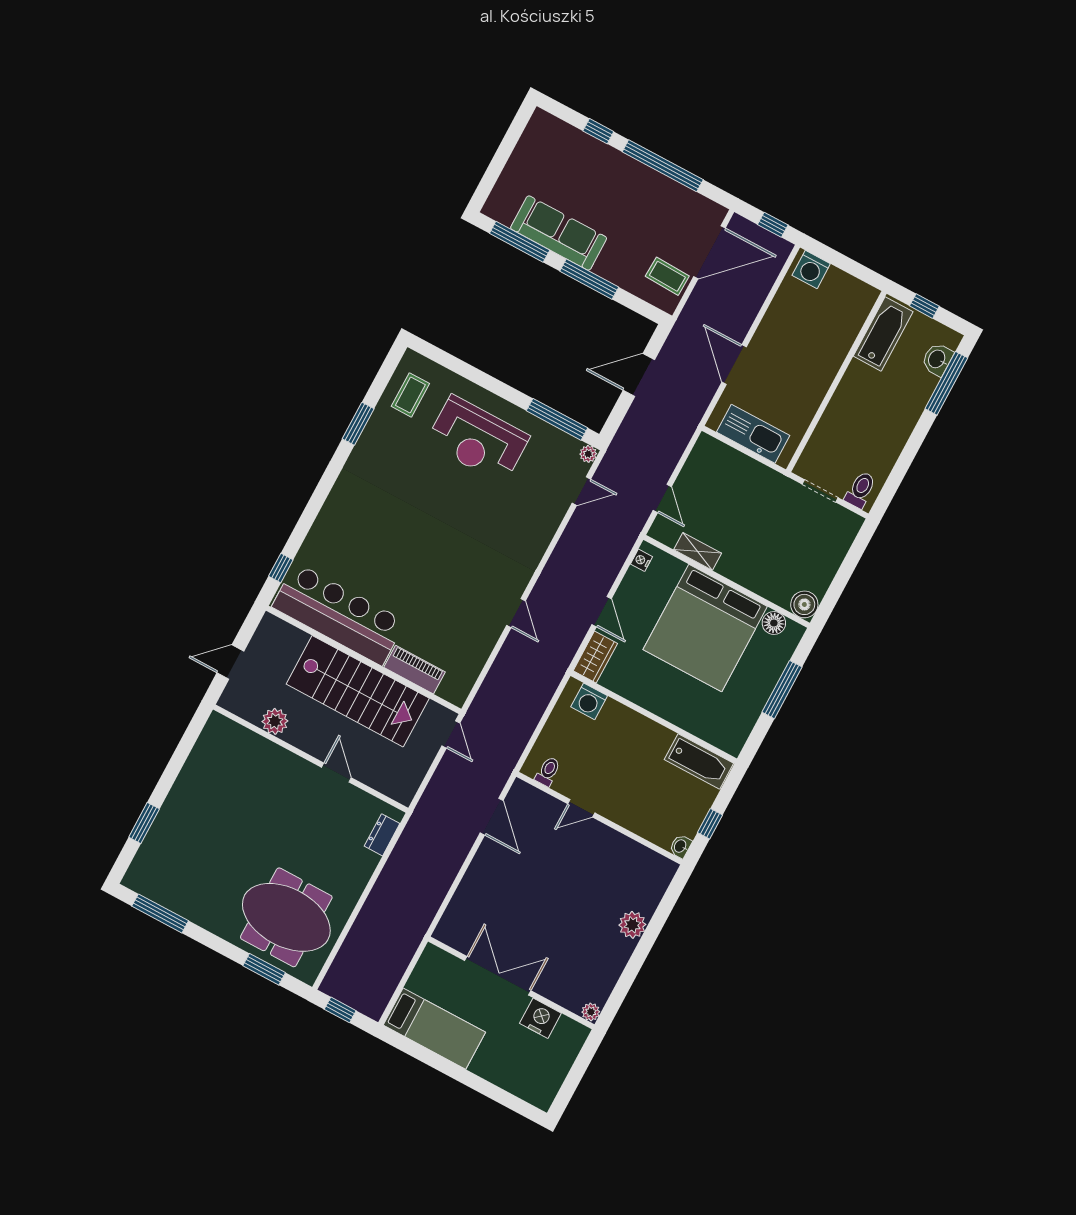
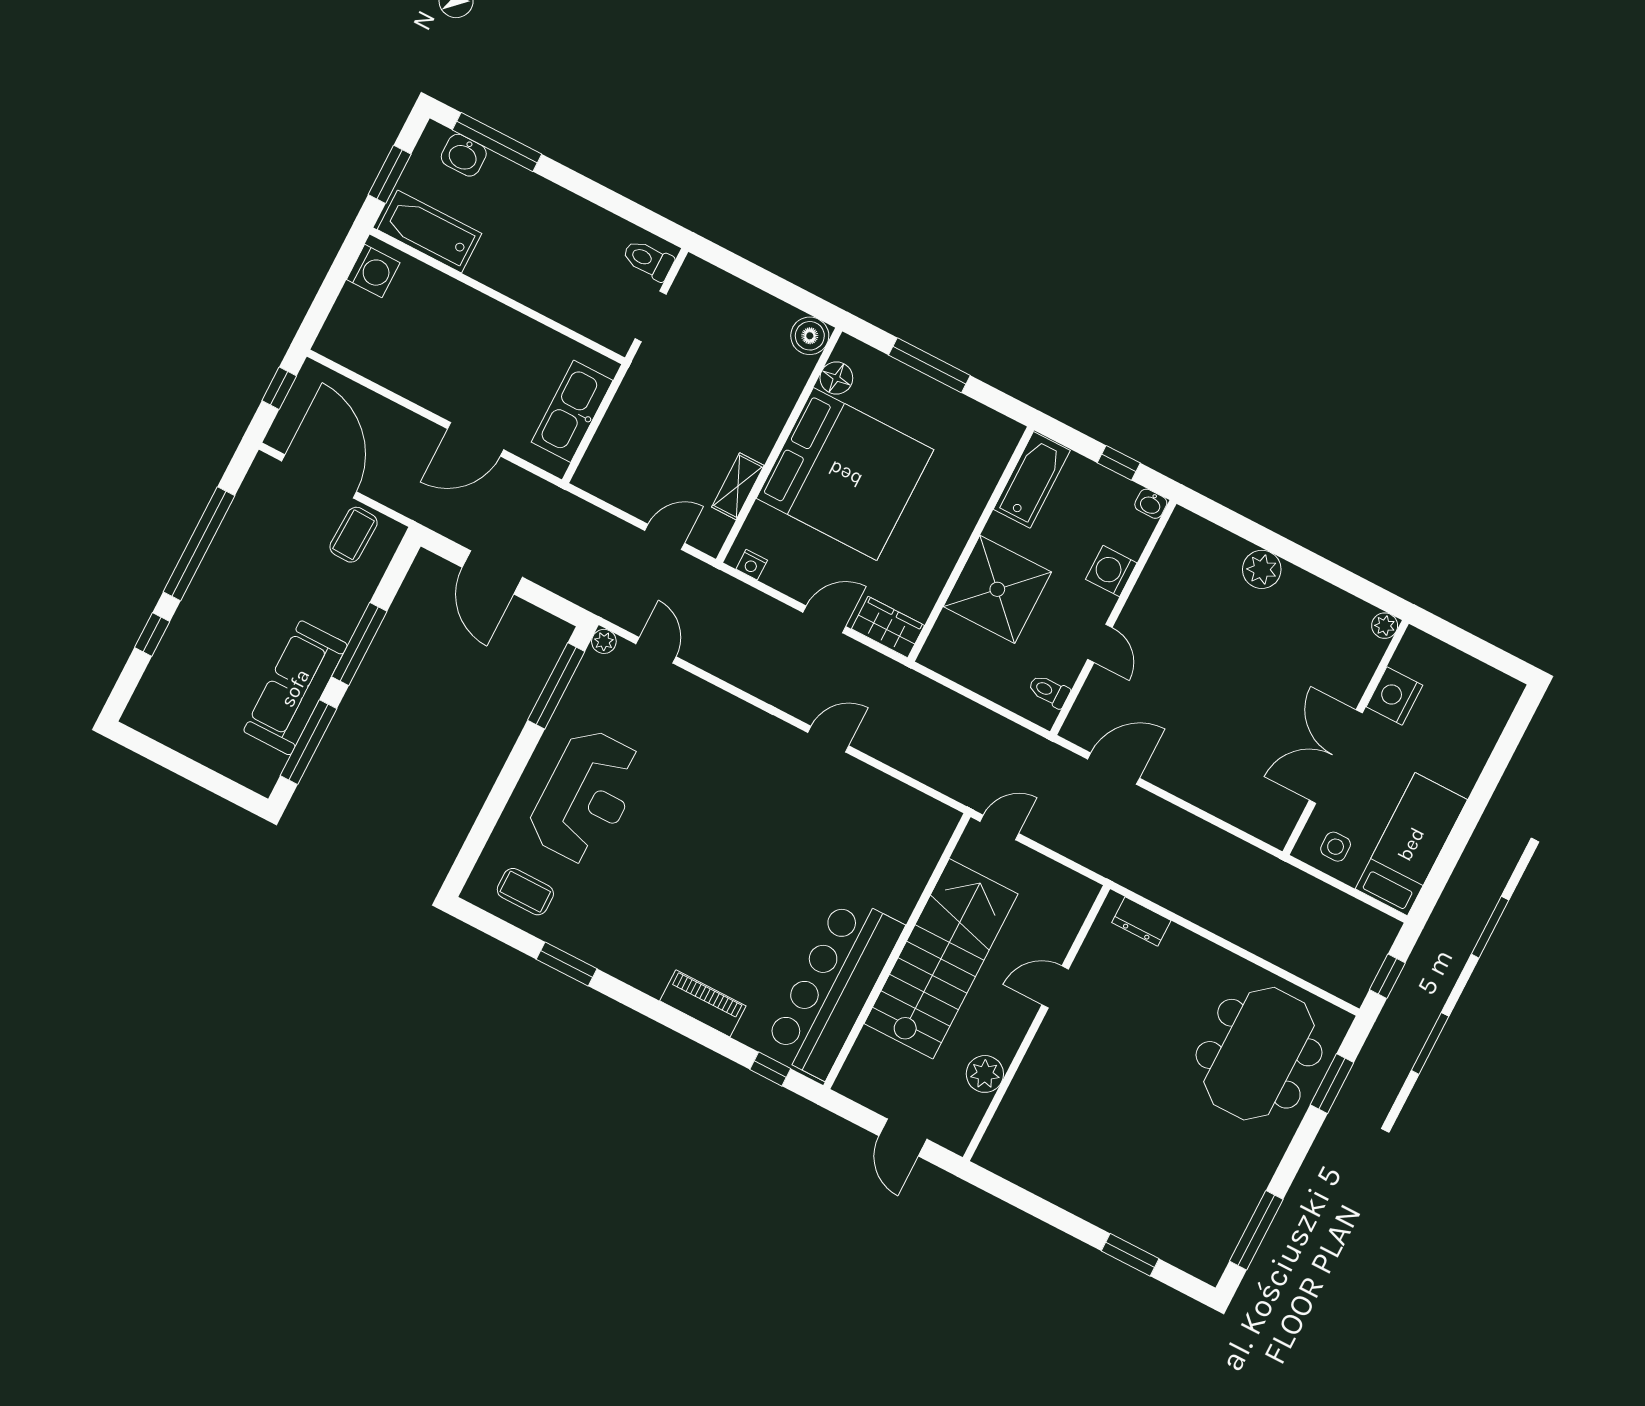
washing machine: (811, 269) -> (373, 271), moved
window: (924, 306) -> (390, 174), width x1.50
piano: (415, 670) -> (703, 1003), moved, turned 90
washing machine: (589, 701) -> (1111, 571), moved, turned 180
shower: (621, 736) -> (997, 589), added
side table: (433, 974) -> (1336, 847), added

